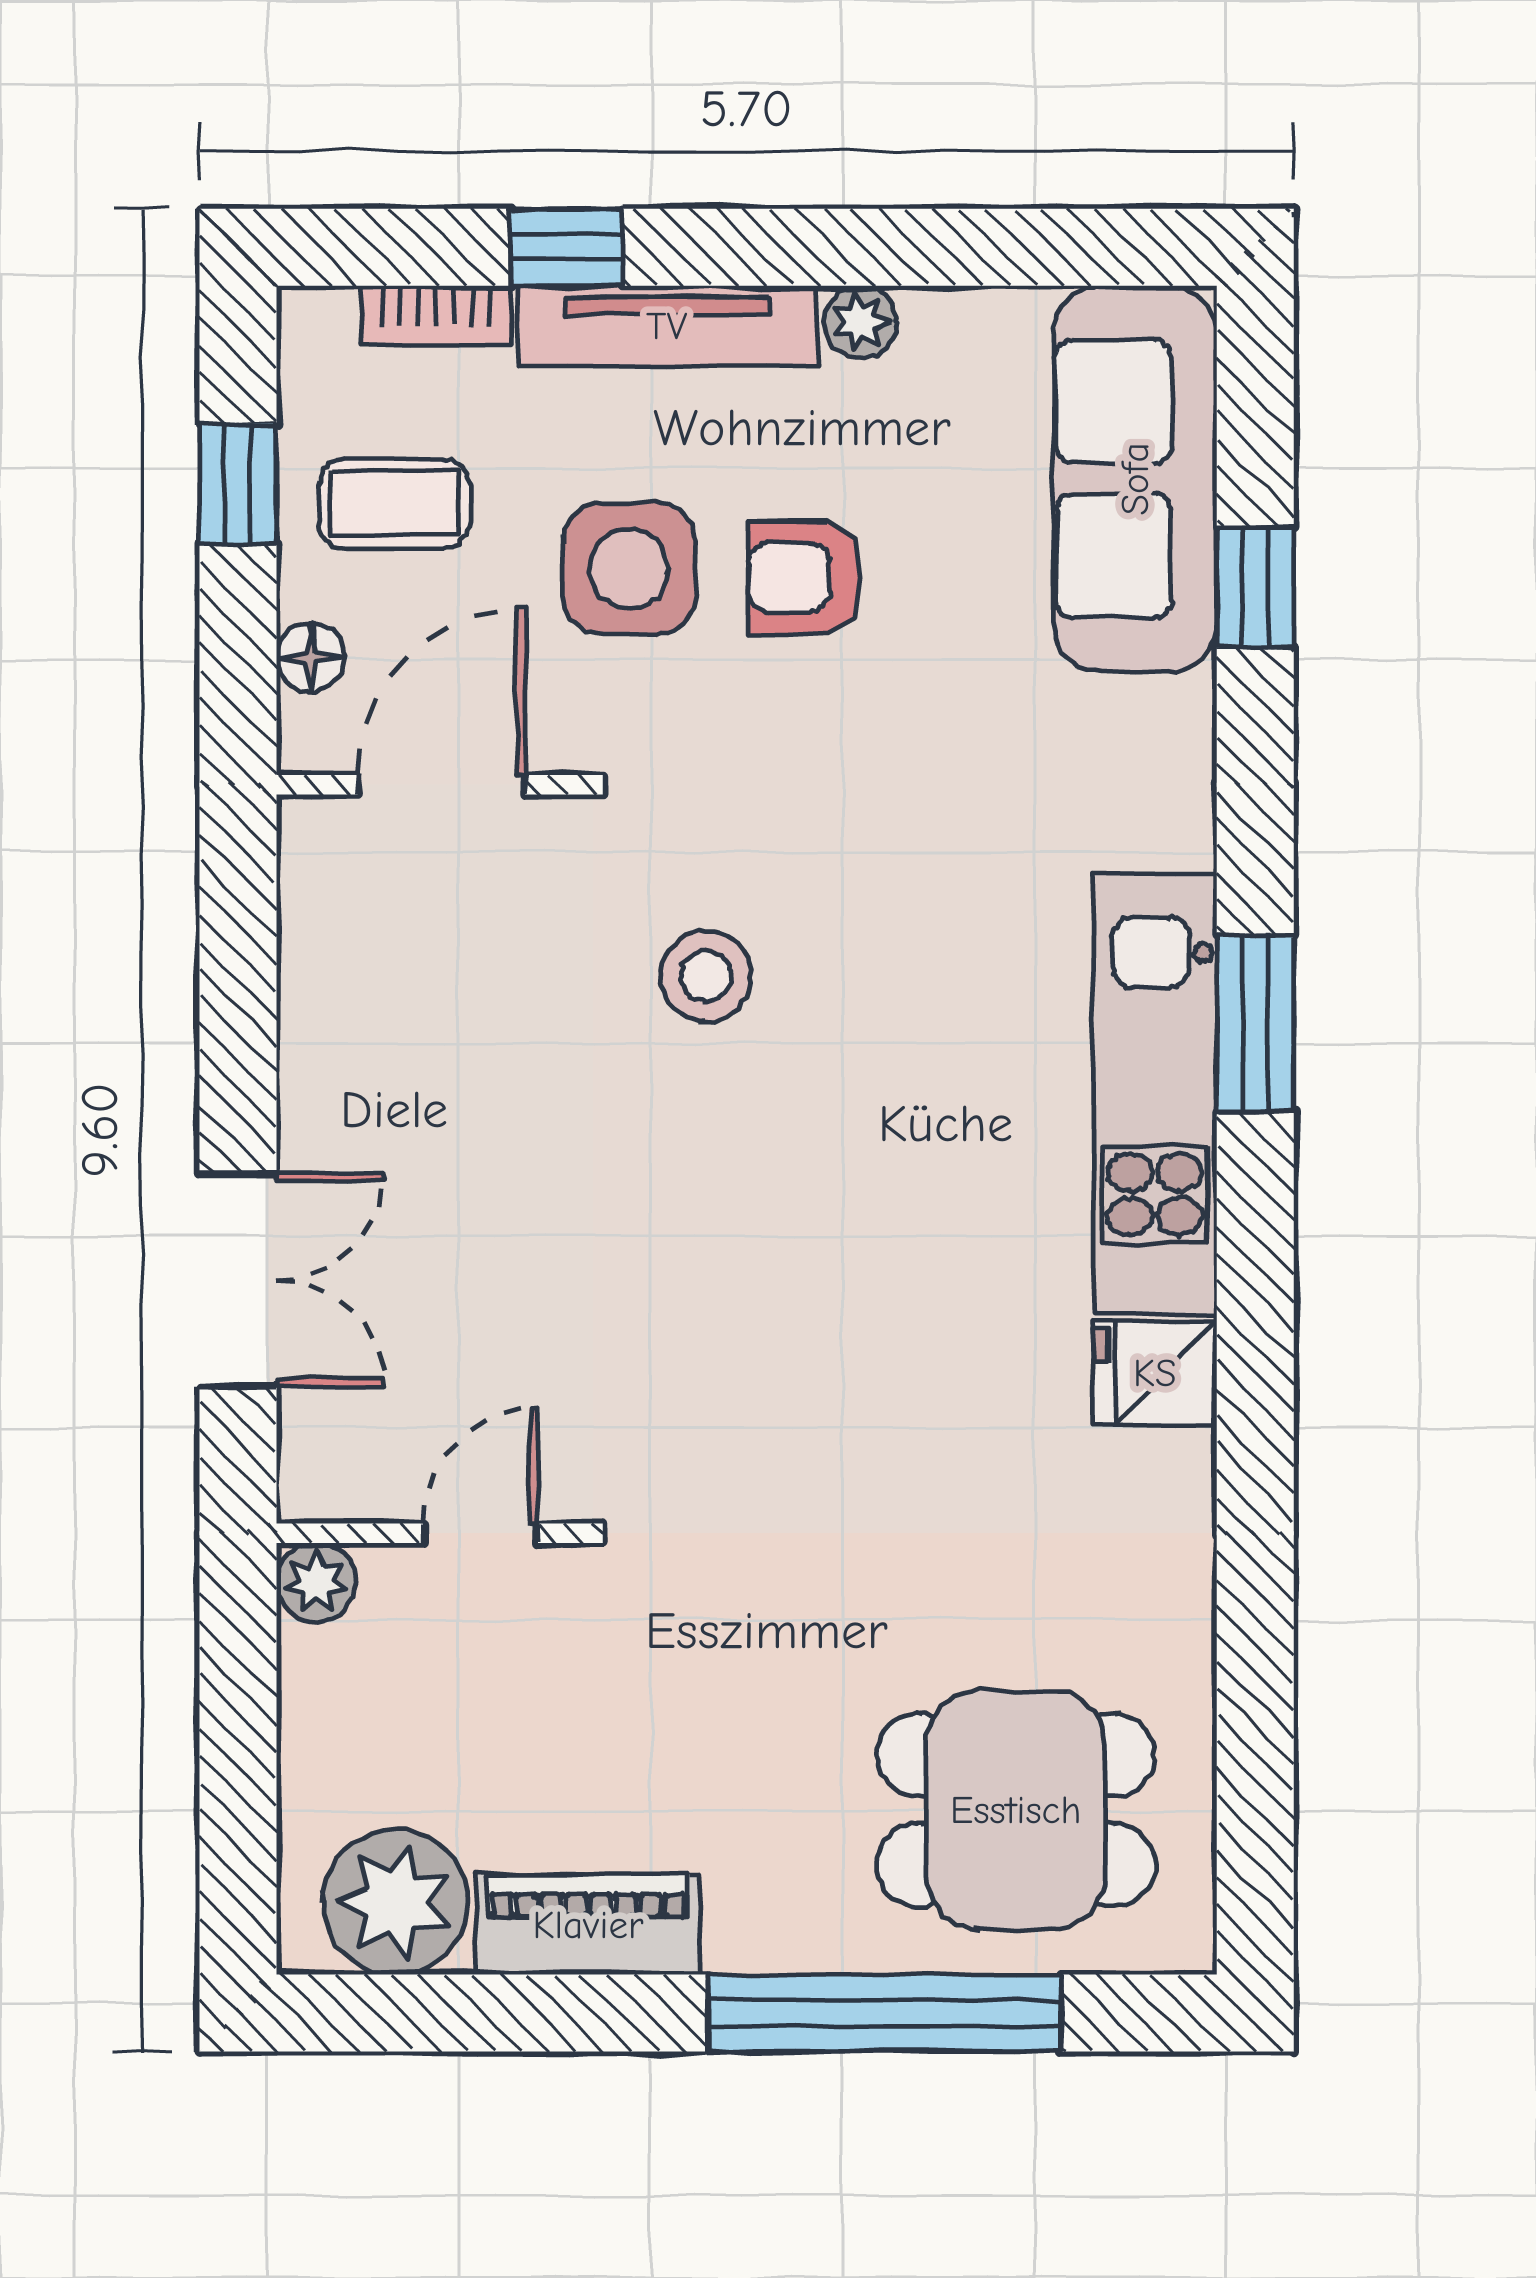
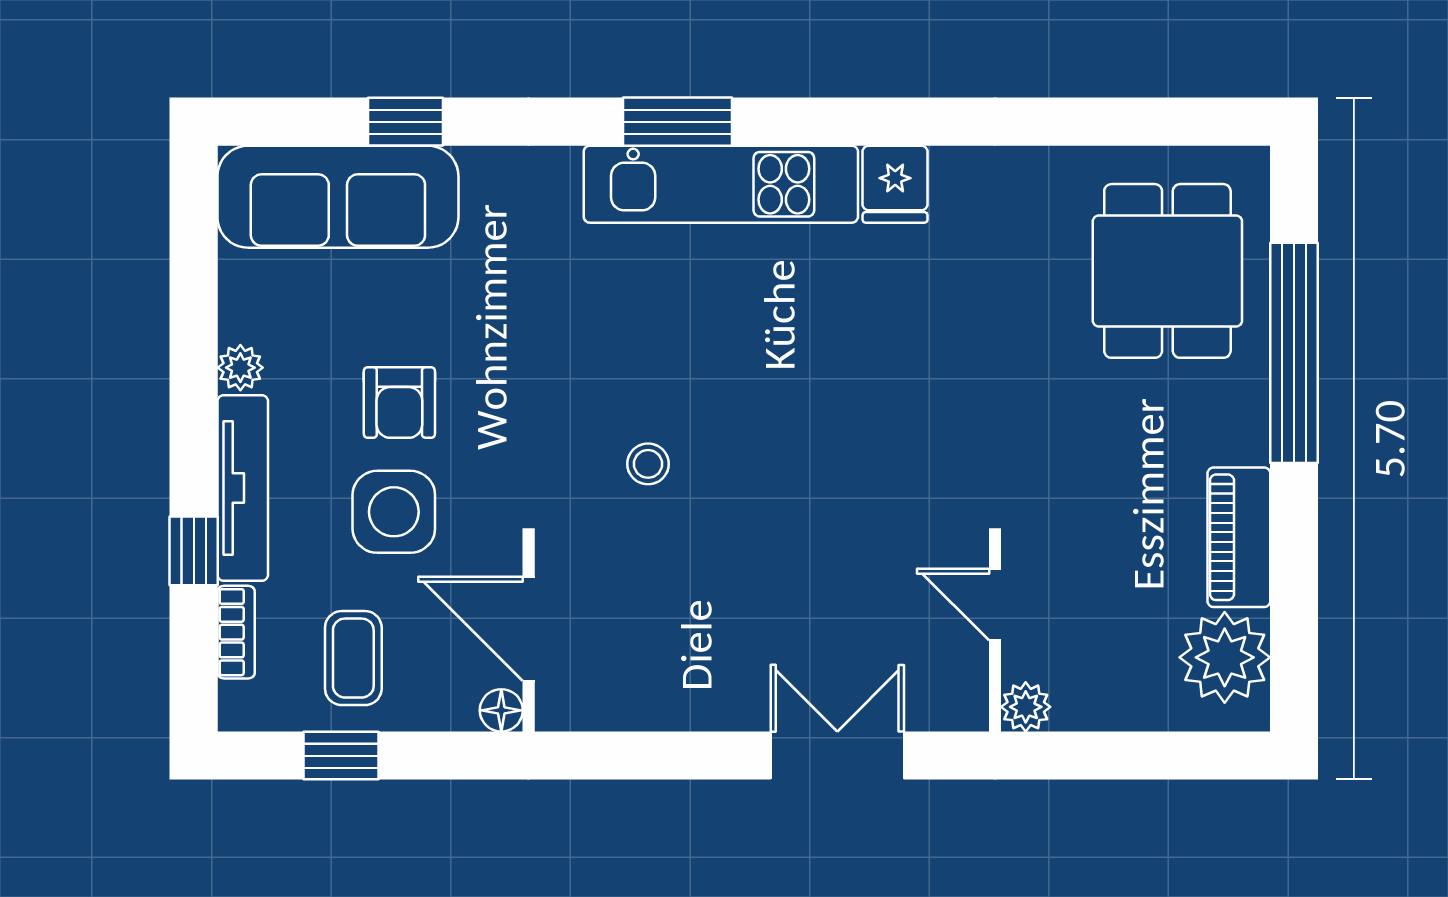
floor lamp: (311, 657) -> (501, 710), moved
stool: (706, 976) -> (648, 464), width x0.73, depth x0.73

